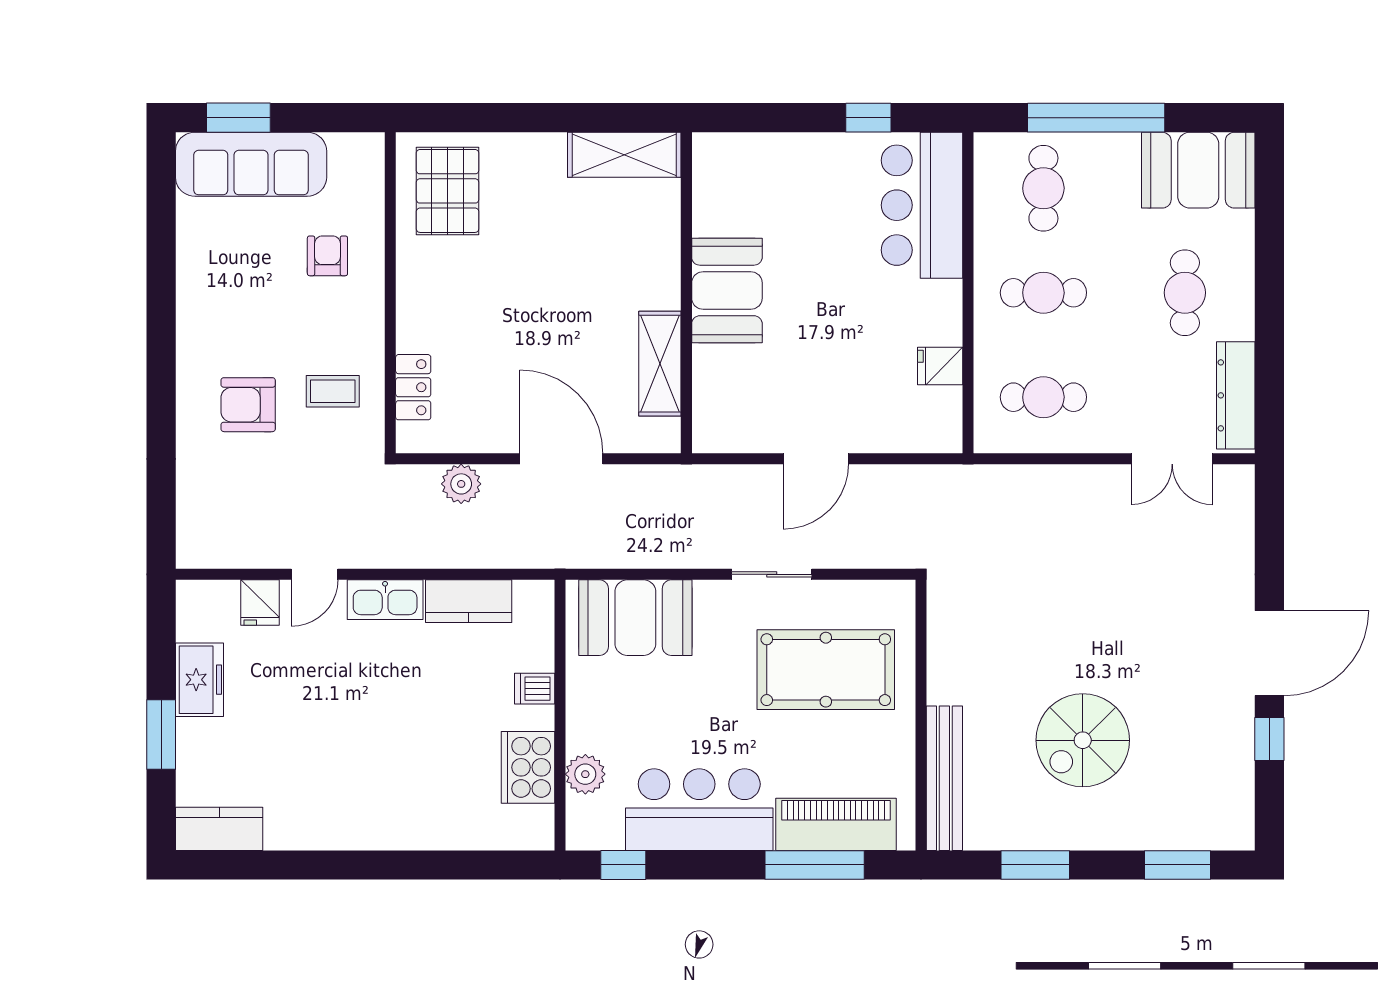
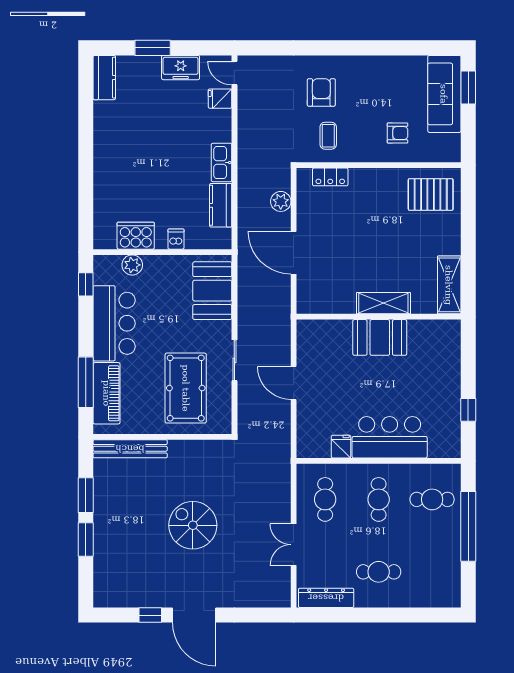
booth: (1198, 170) -> (441, 579), removed
bar counter: (922, 205) -> (390, 437), moved
shelving: (660, 364) -> (383, 303), moved
door: (561, 459) -> (294, 253), swing flipped
double door: (1172, 459) -> (294, 545), moved
door: (315, 574) -> (234, 73), moved
spiral stairs: (1083, 740) -> (193, 525), moved
window: (1178, 865) -> (86, 539), moved

